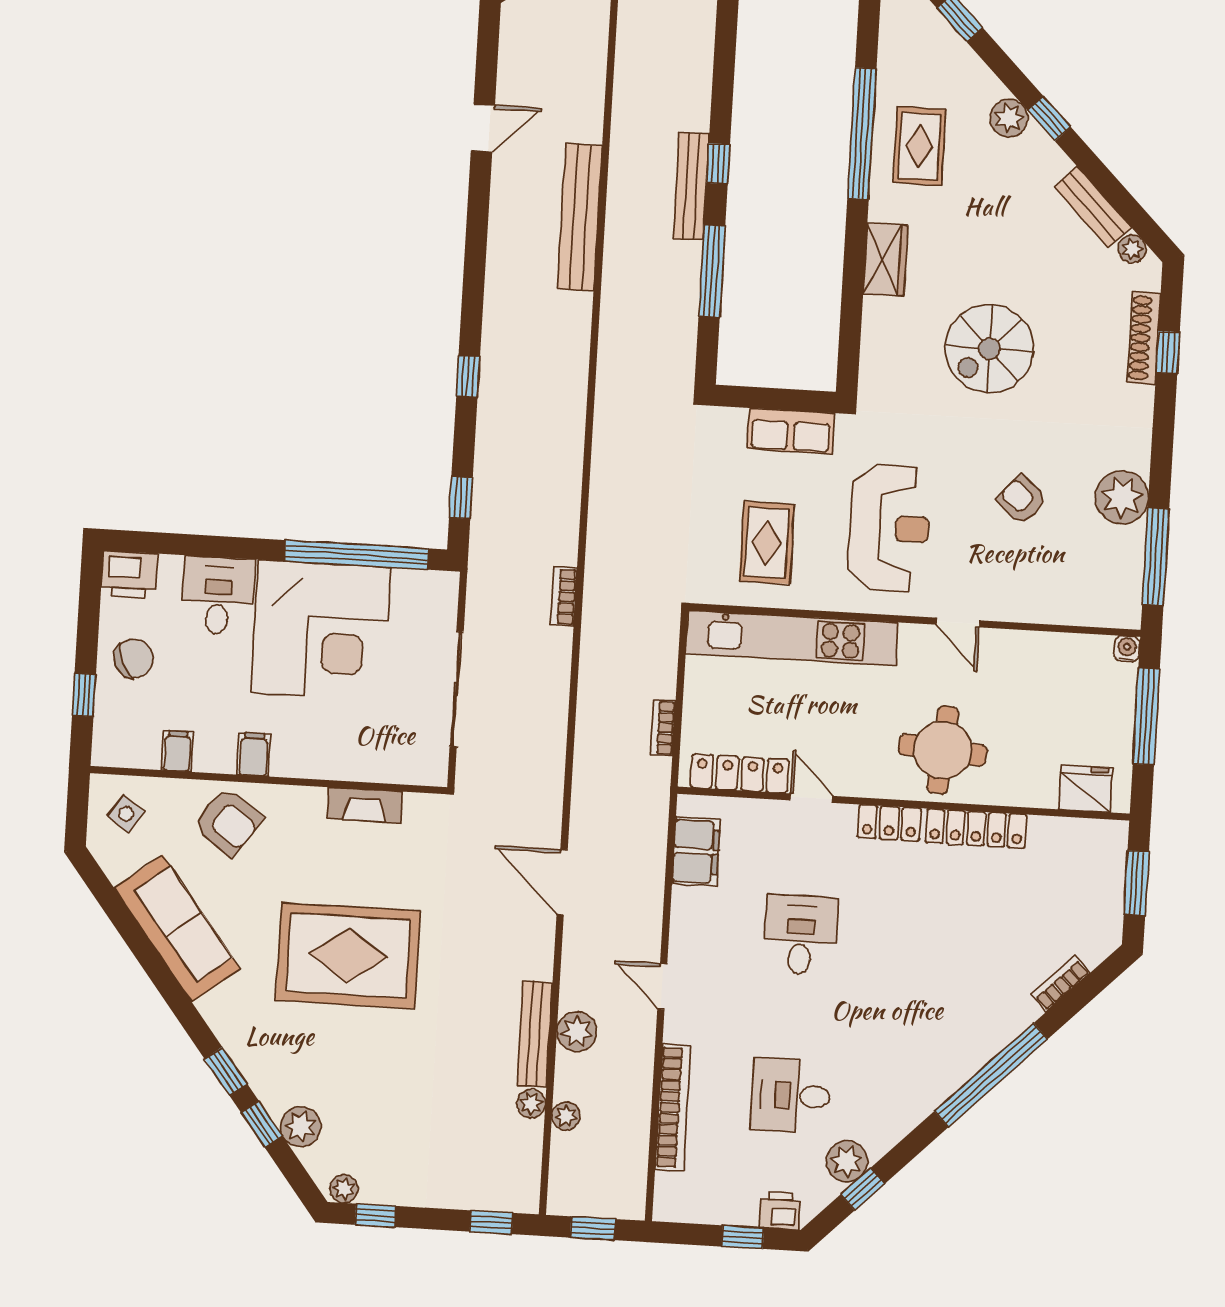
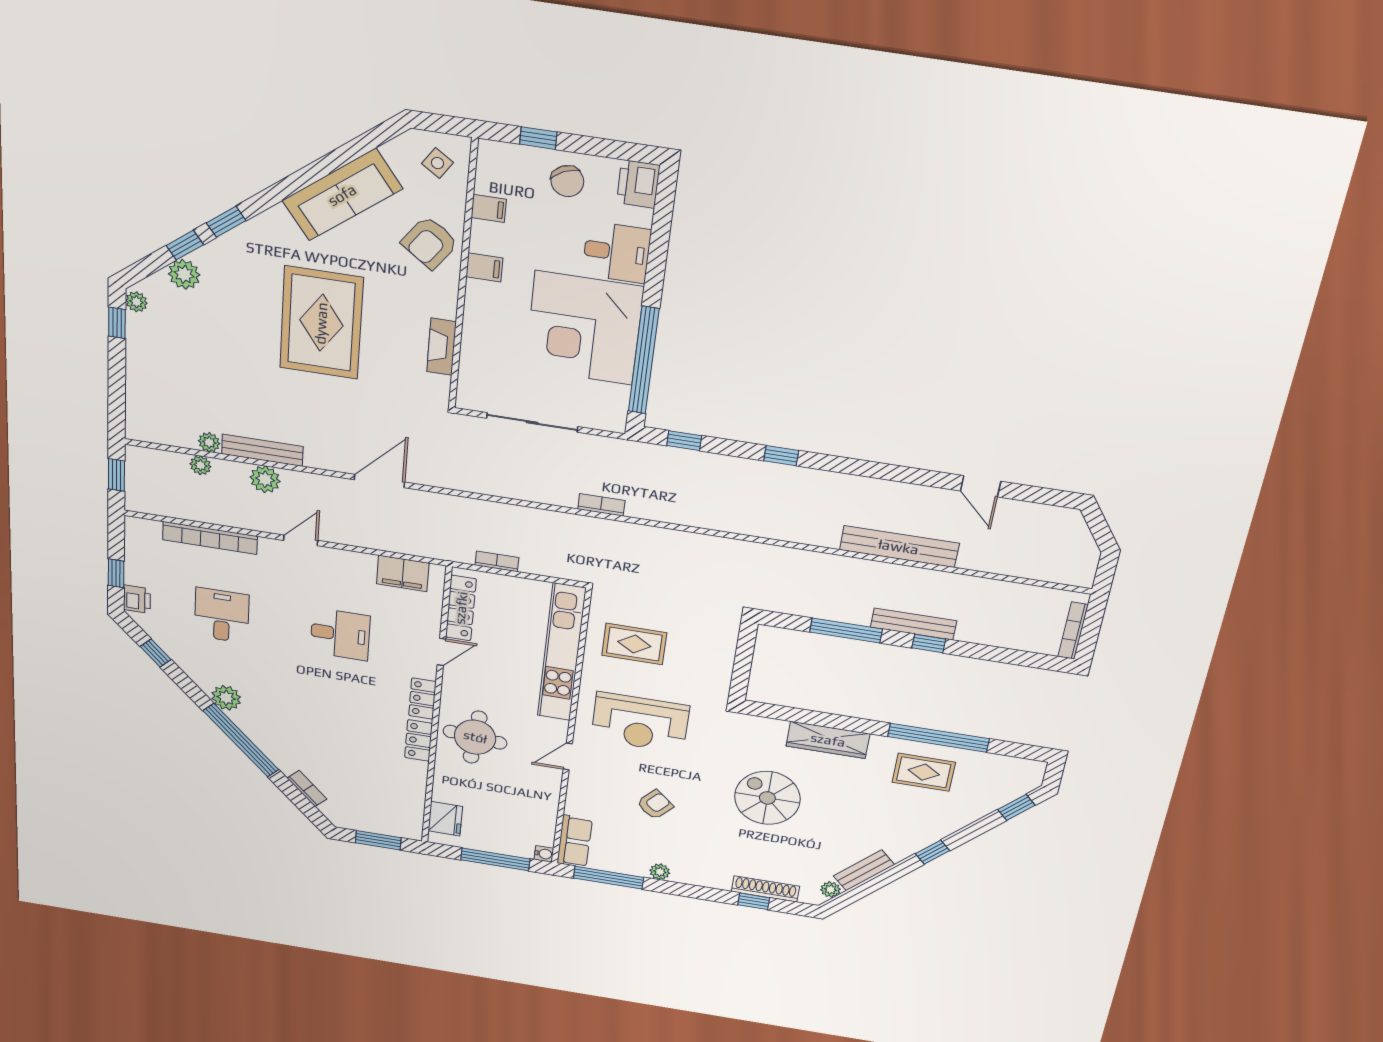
plant: (1009, 118) -> (937, 829), removed
wardrobe: (885, 259) -> (828, 740), width x1.50
row of seats: (791, 431) -> (575, 841), moved, turned 180
plant: (1122, 497) -> (660, 872), width x0.53, depth x0.53
locker: (976, 829) -> (419, 740), width x0.66
plant: (847, 1161) -> (226, 698), moved
window: (491, 1222) -> (117, 405), removed

